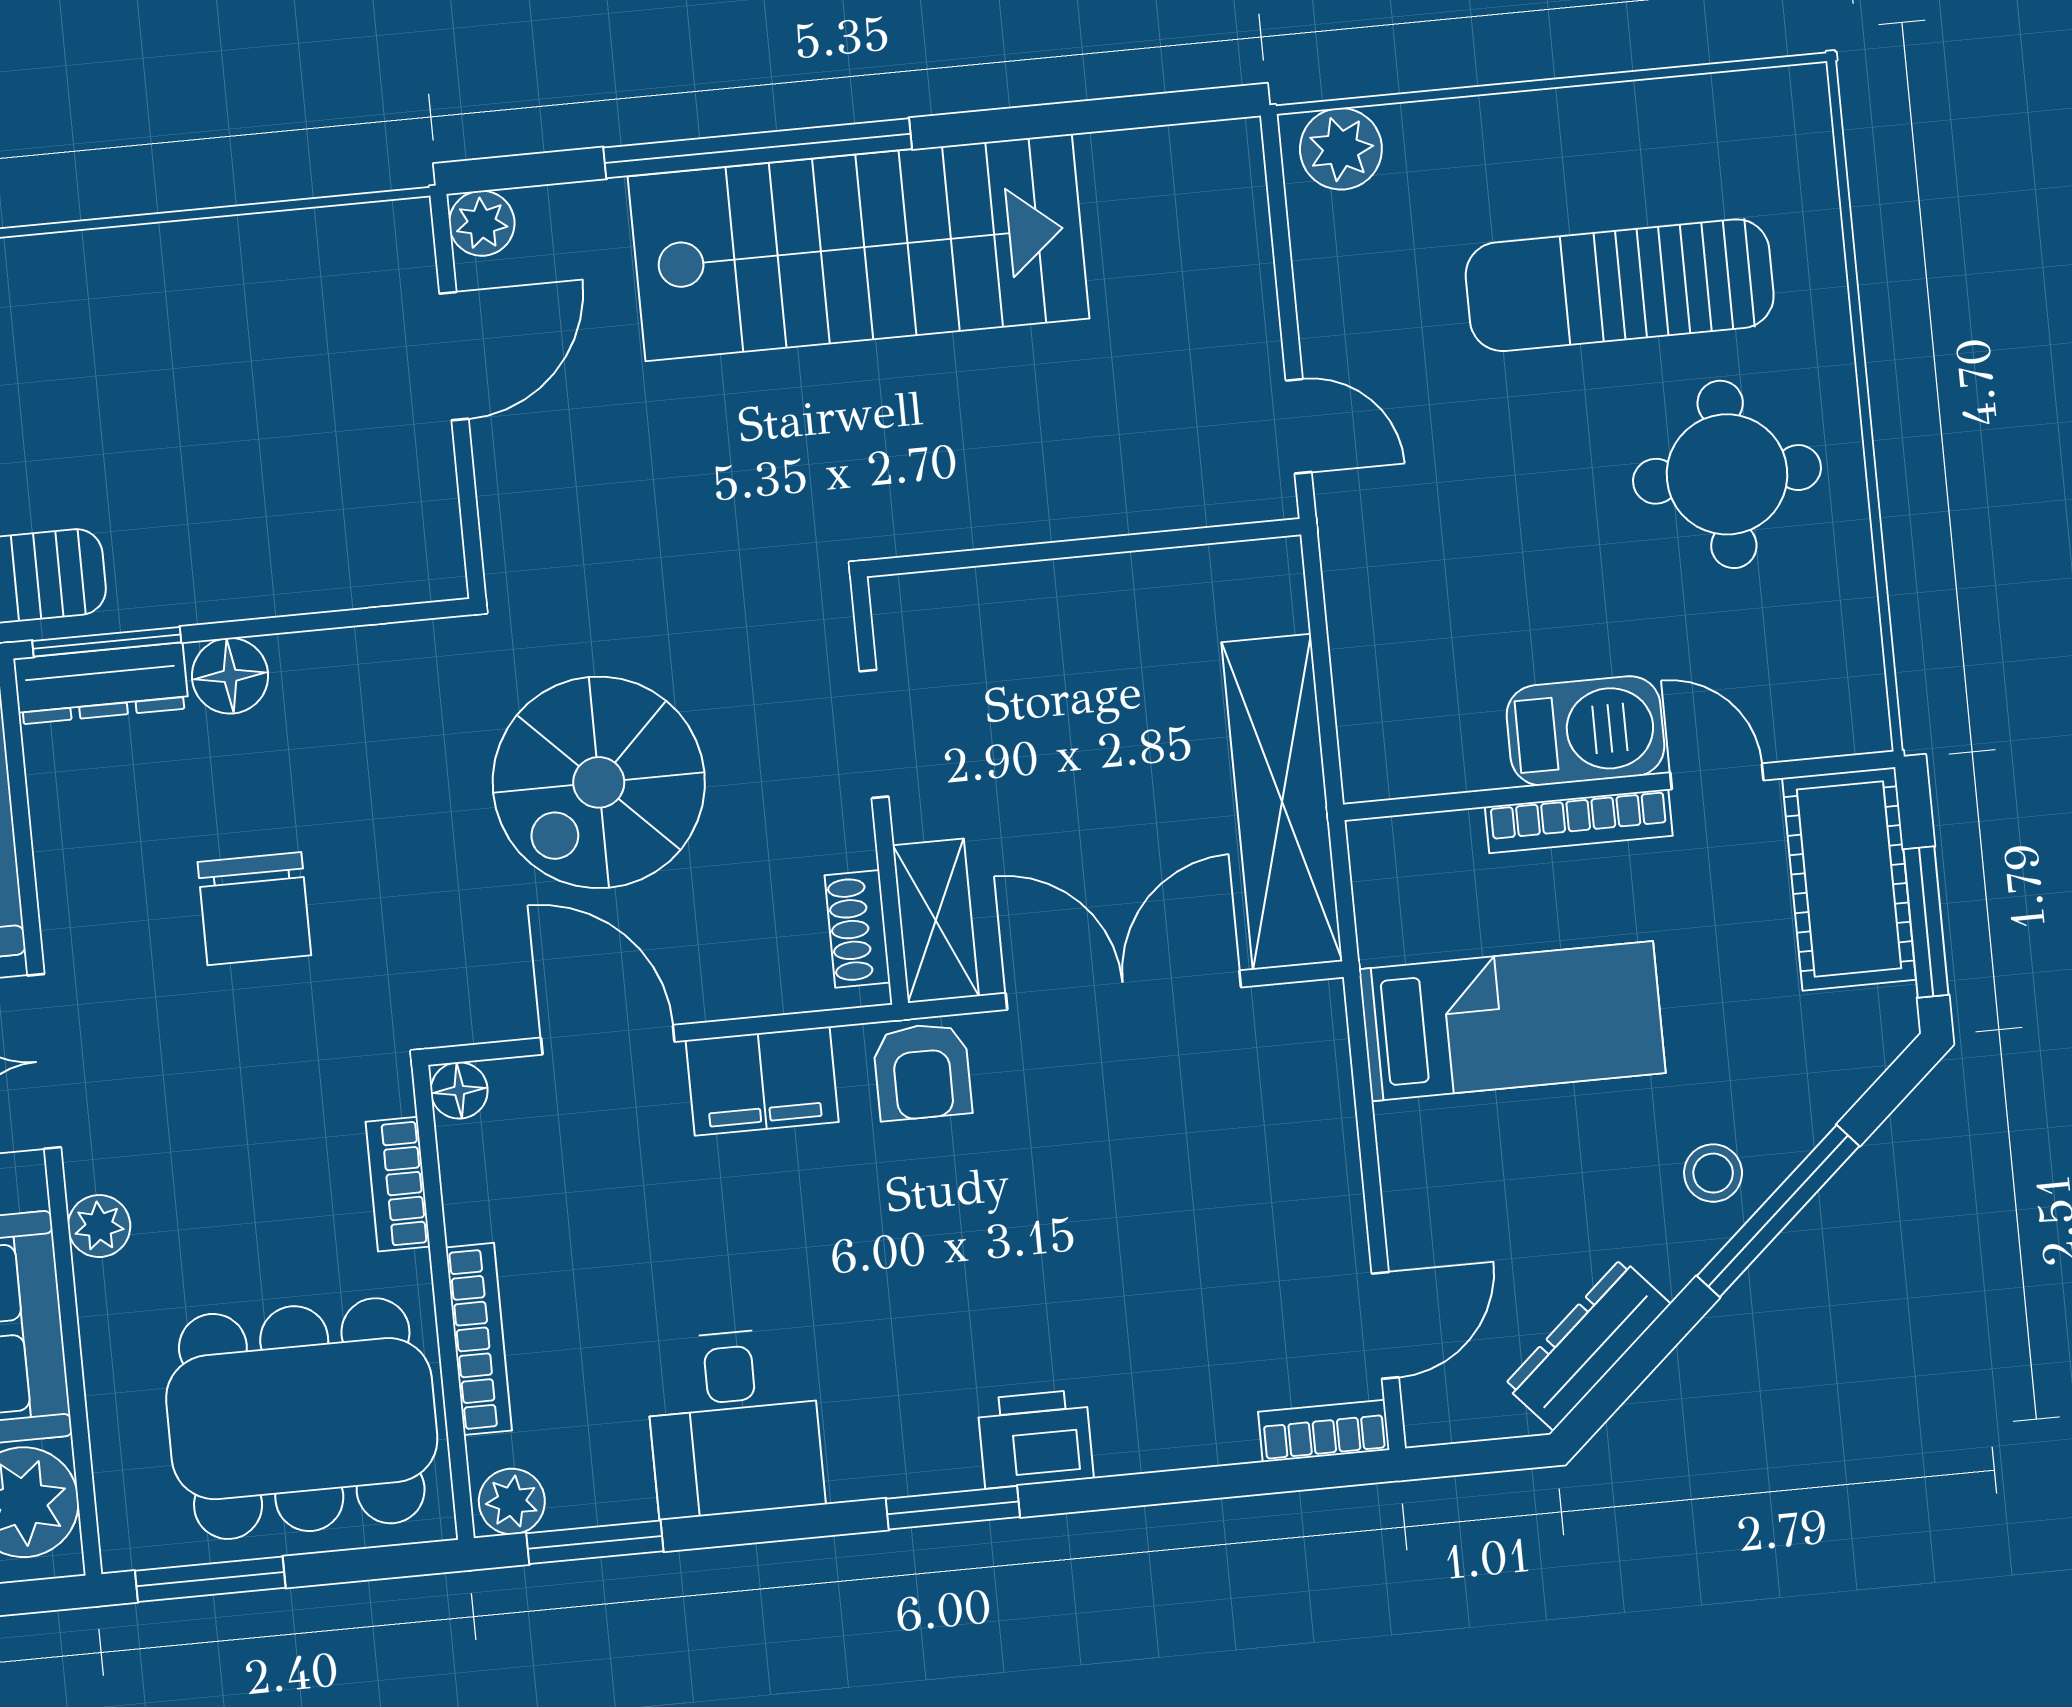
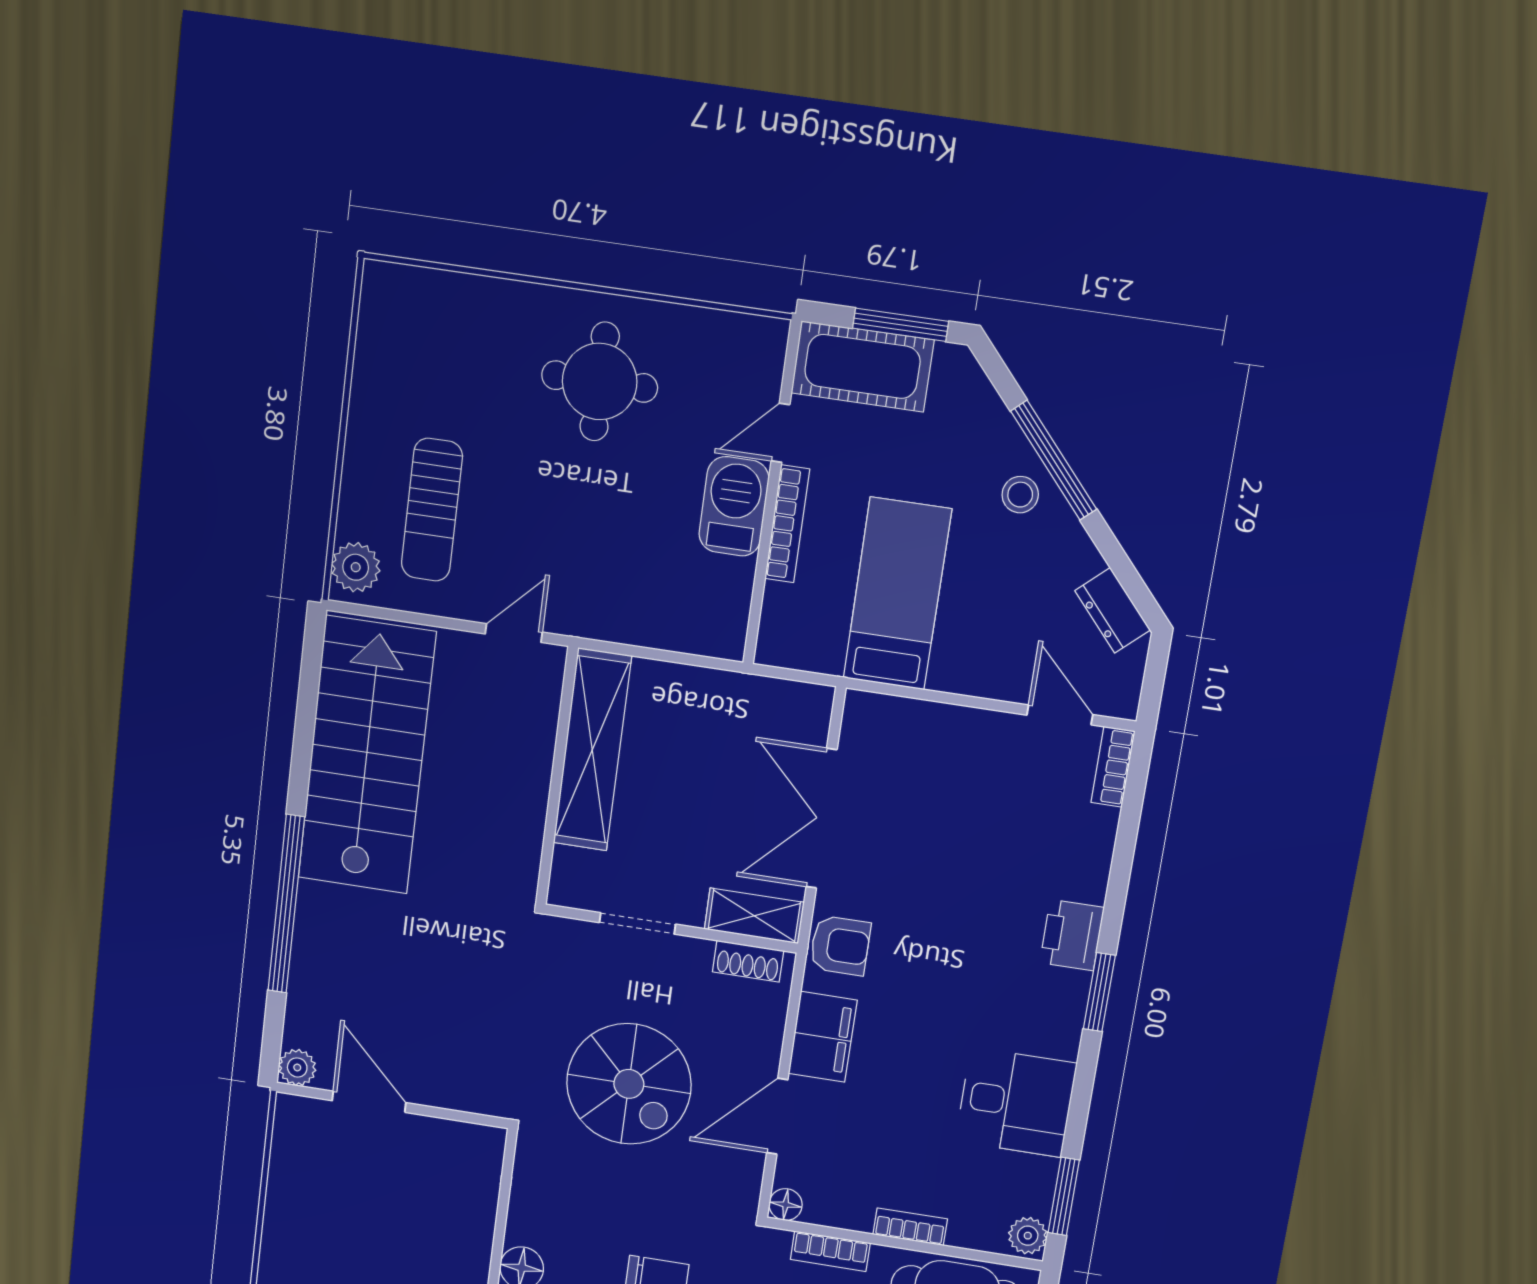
stairs: (859, 248) -> (367, 756), moved
sun lounger: (1620, 285) -> (432, 510), moved, width x0.73, depth x0.75
shelving: (1282, 802) -> (592, 750), moved, turned 90
bookcase: (479, 1339) -> (910, 1227), width x0.64
dresser: (1587, 1344) -> (1113, 610), width x0.70

